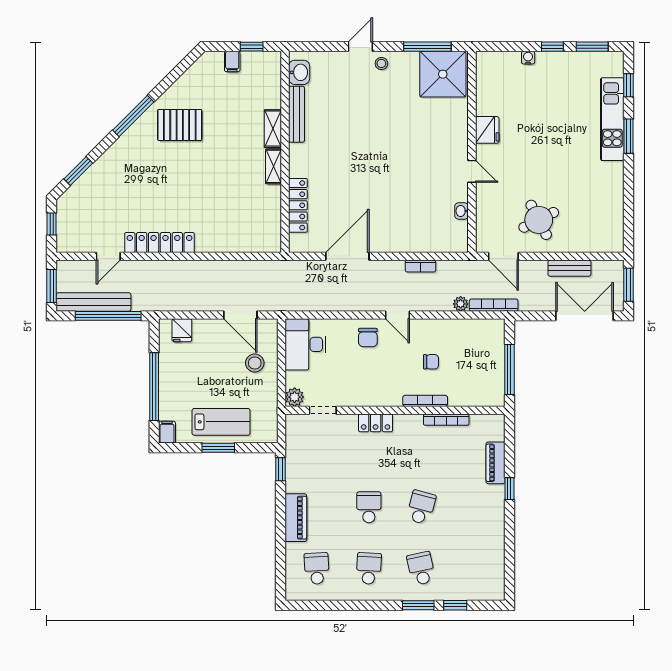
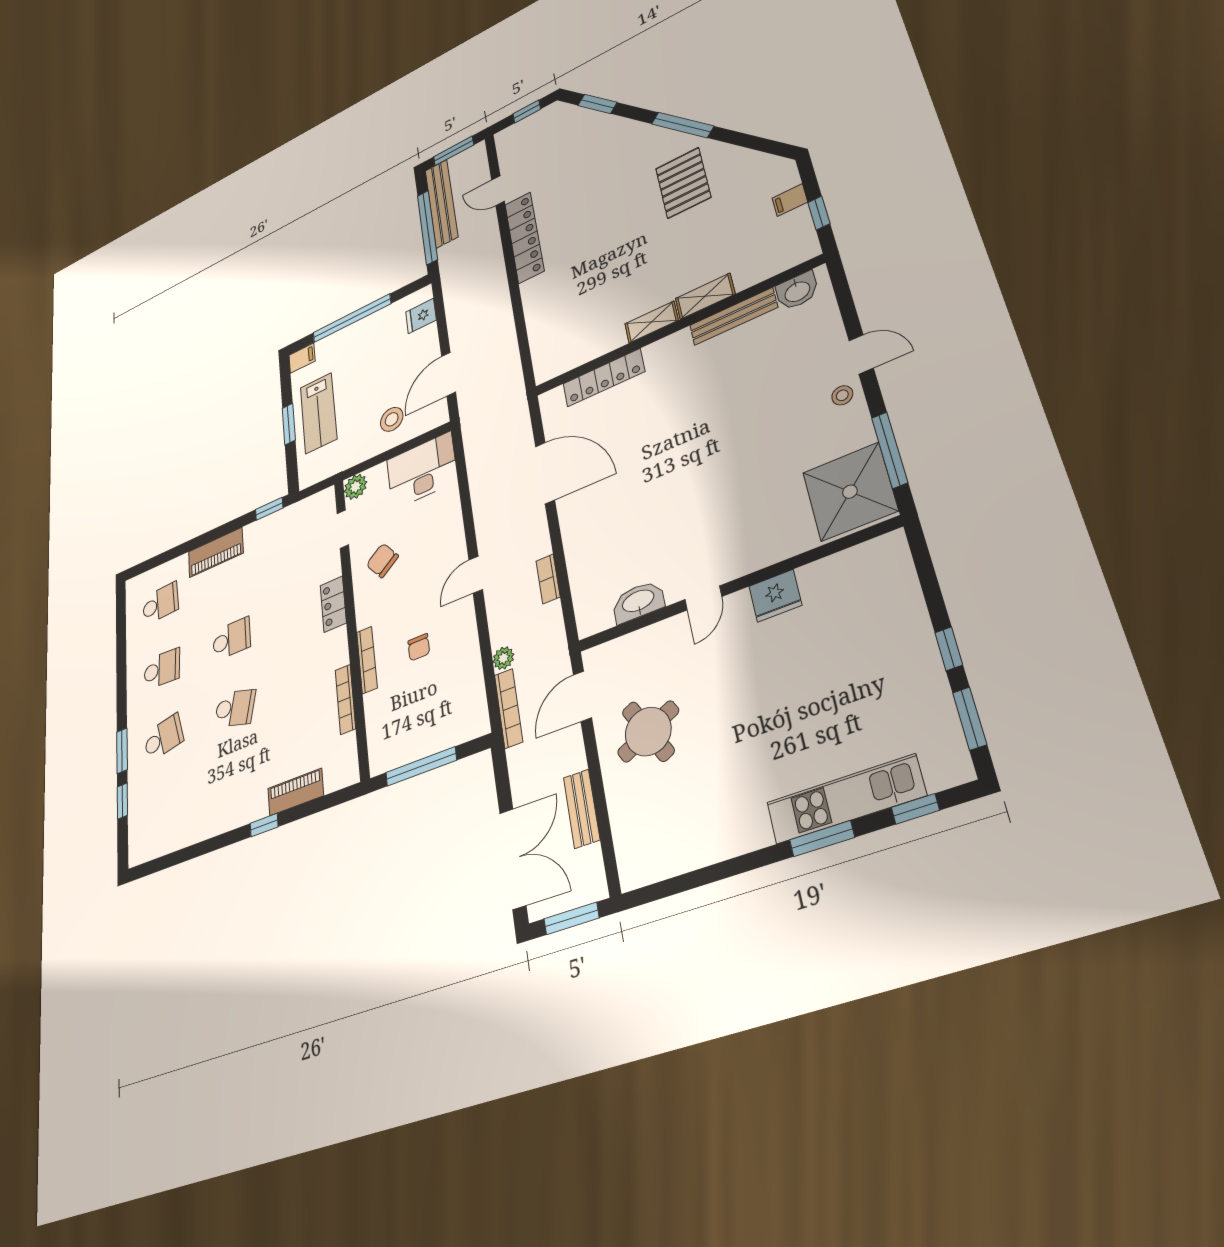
water cooler: (528, 58) -> (917, 615), removed
washbasin: (462, 211) -> (638, 602), width x1.91, depth x1.45
chair: (368, 338) -> (382, 560), moved, turned 53

